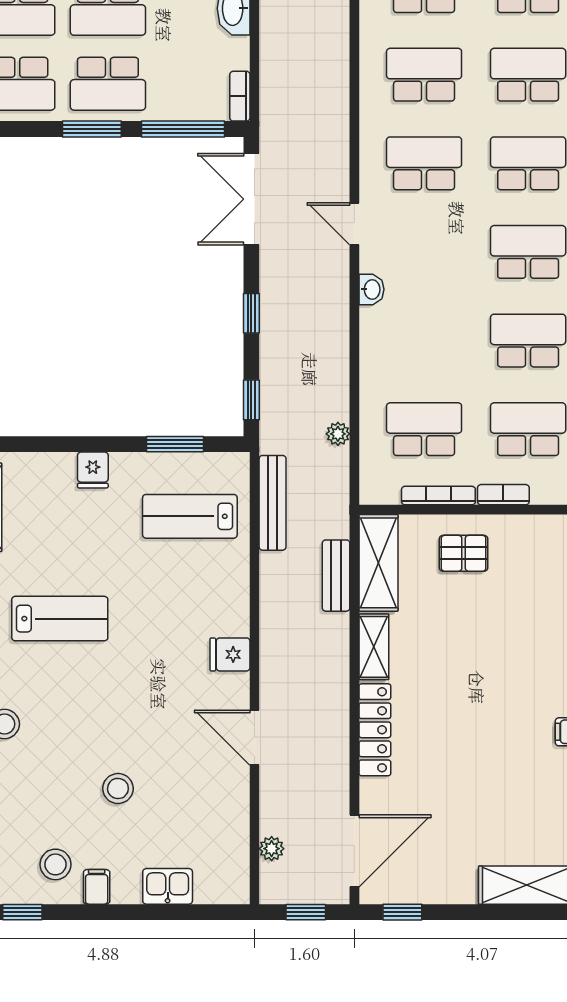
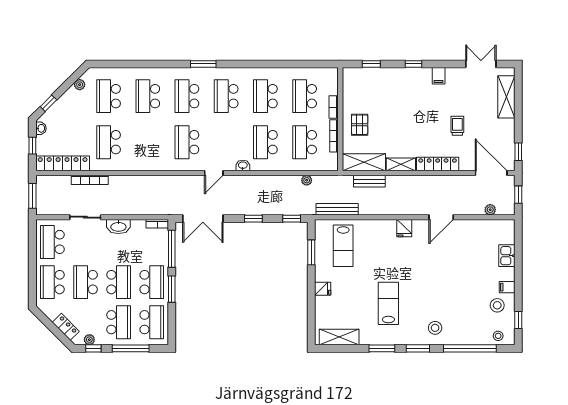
school desk: (424, 75) -> (265, 142), moved
trolley: (461, 774) -> (457, 126), added
stool: (118, 788) -> (464, 278), removed

